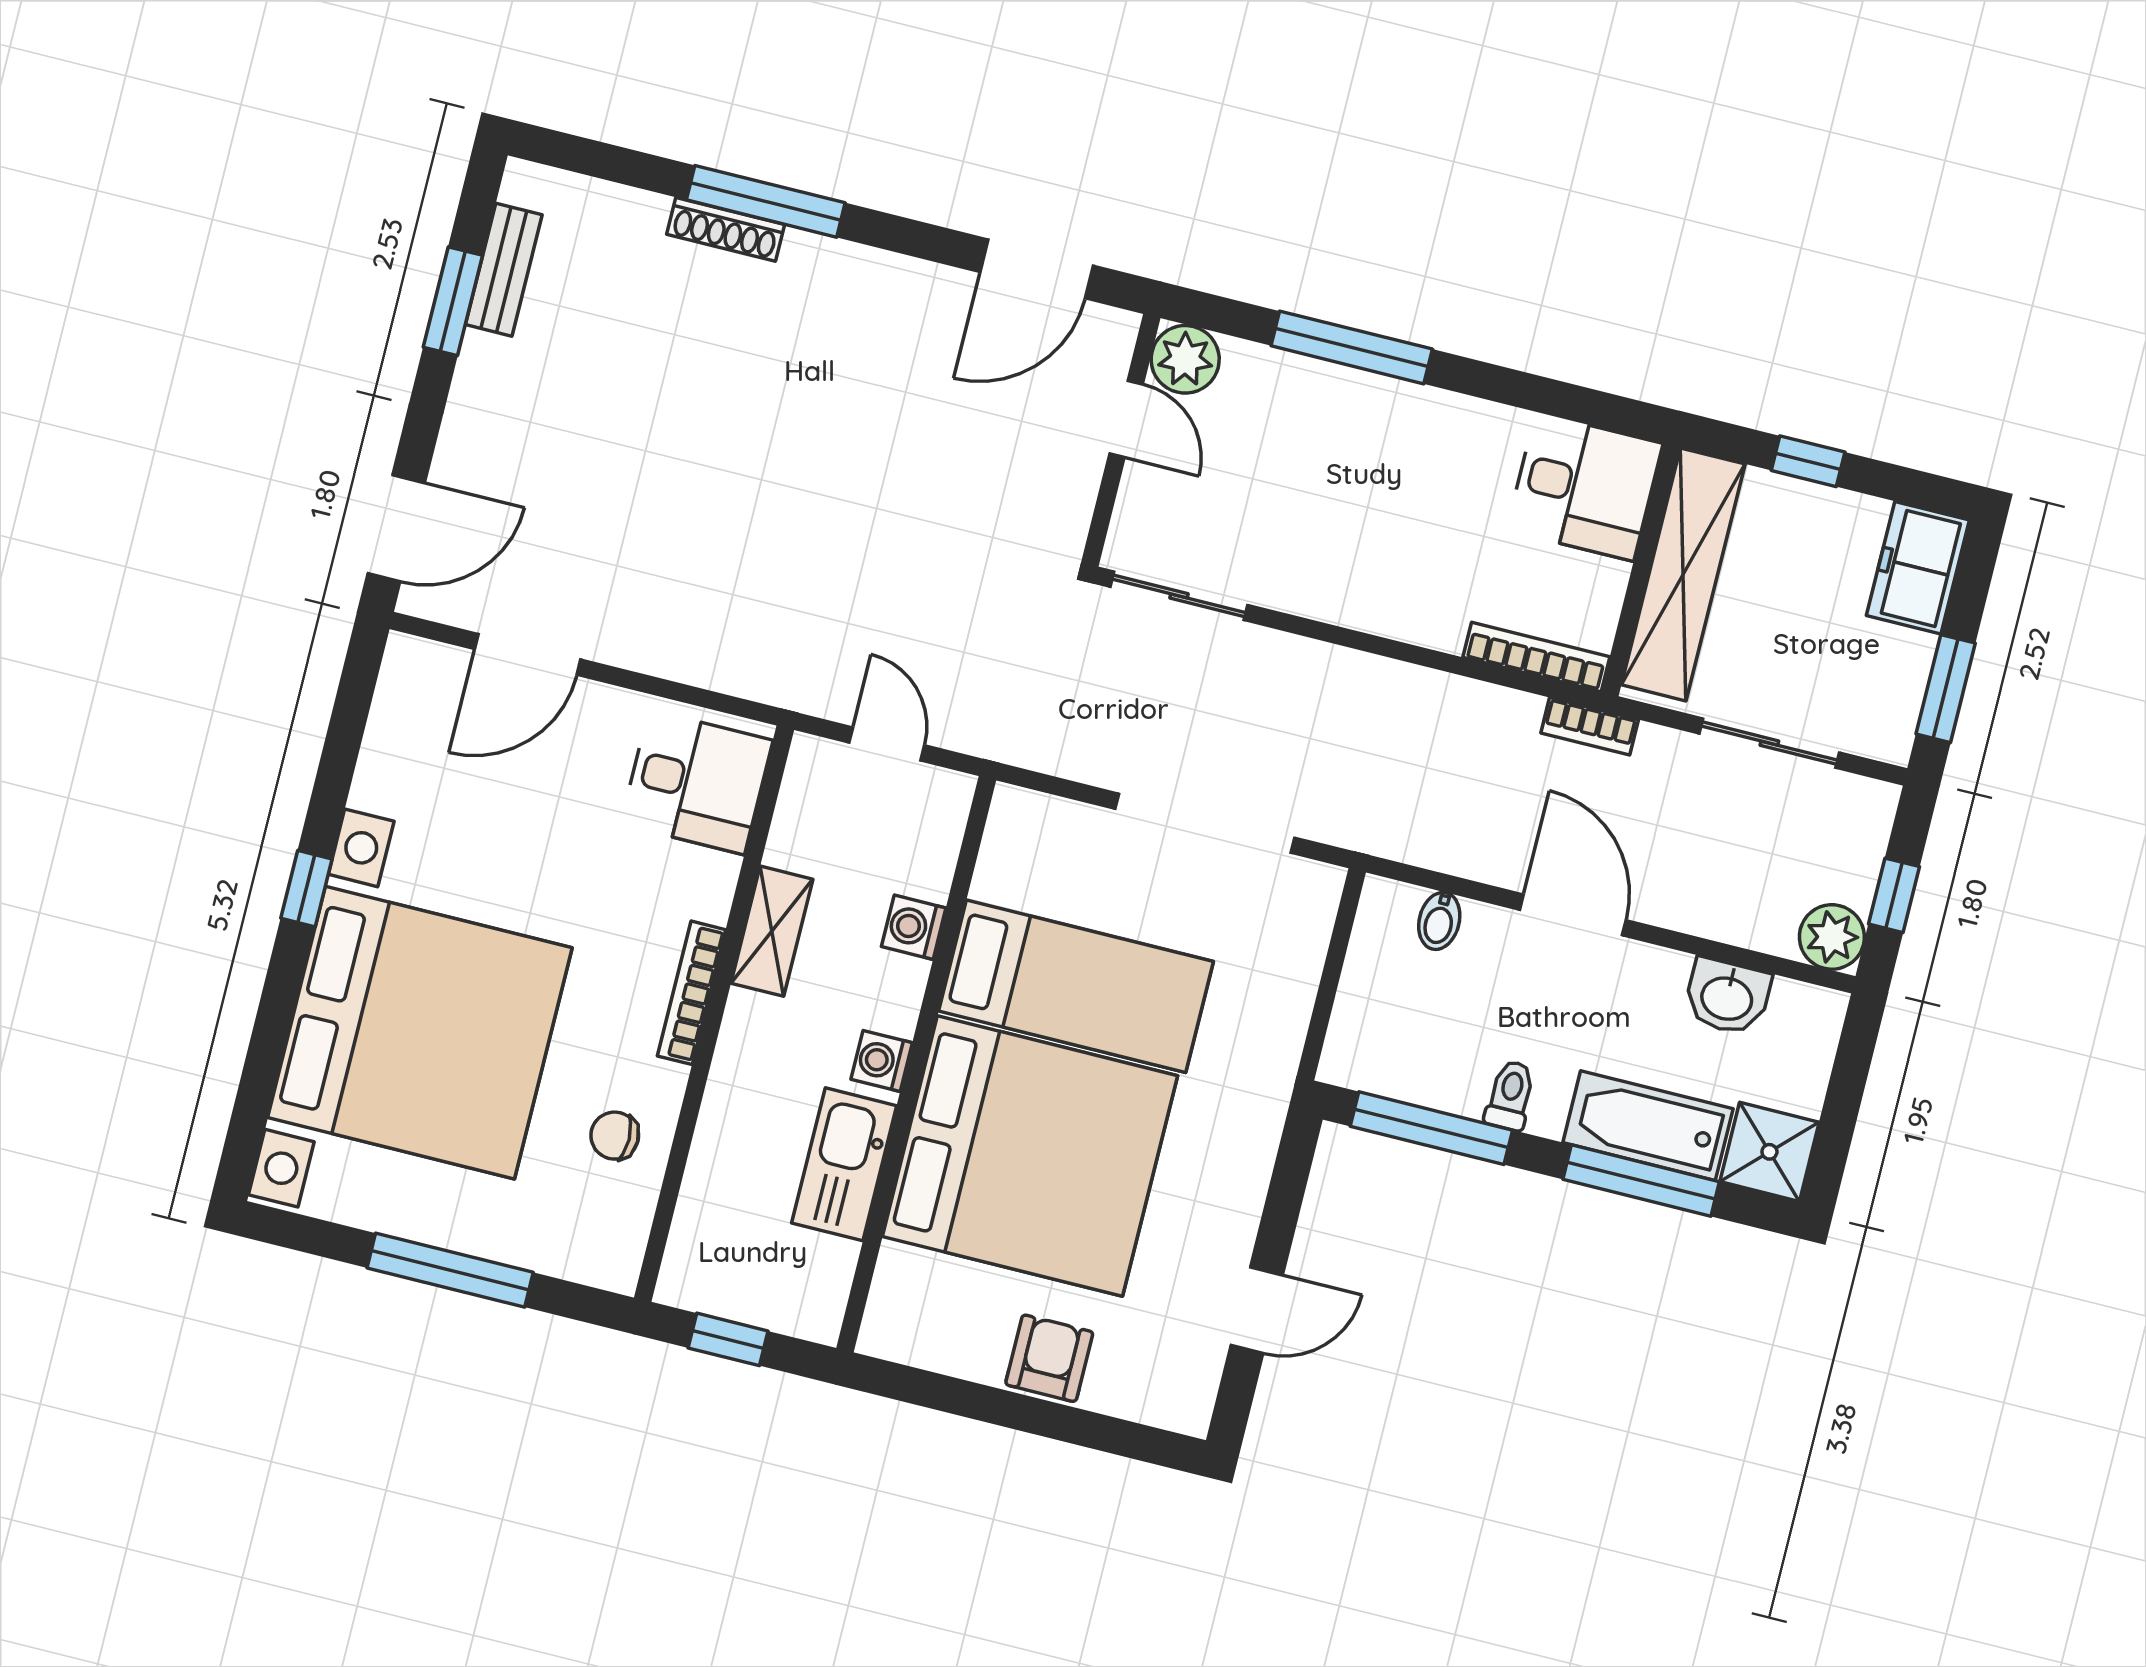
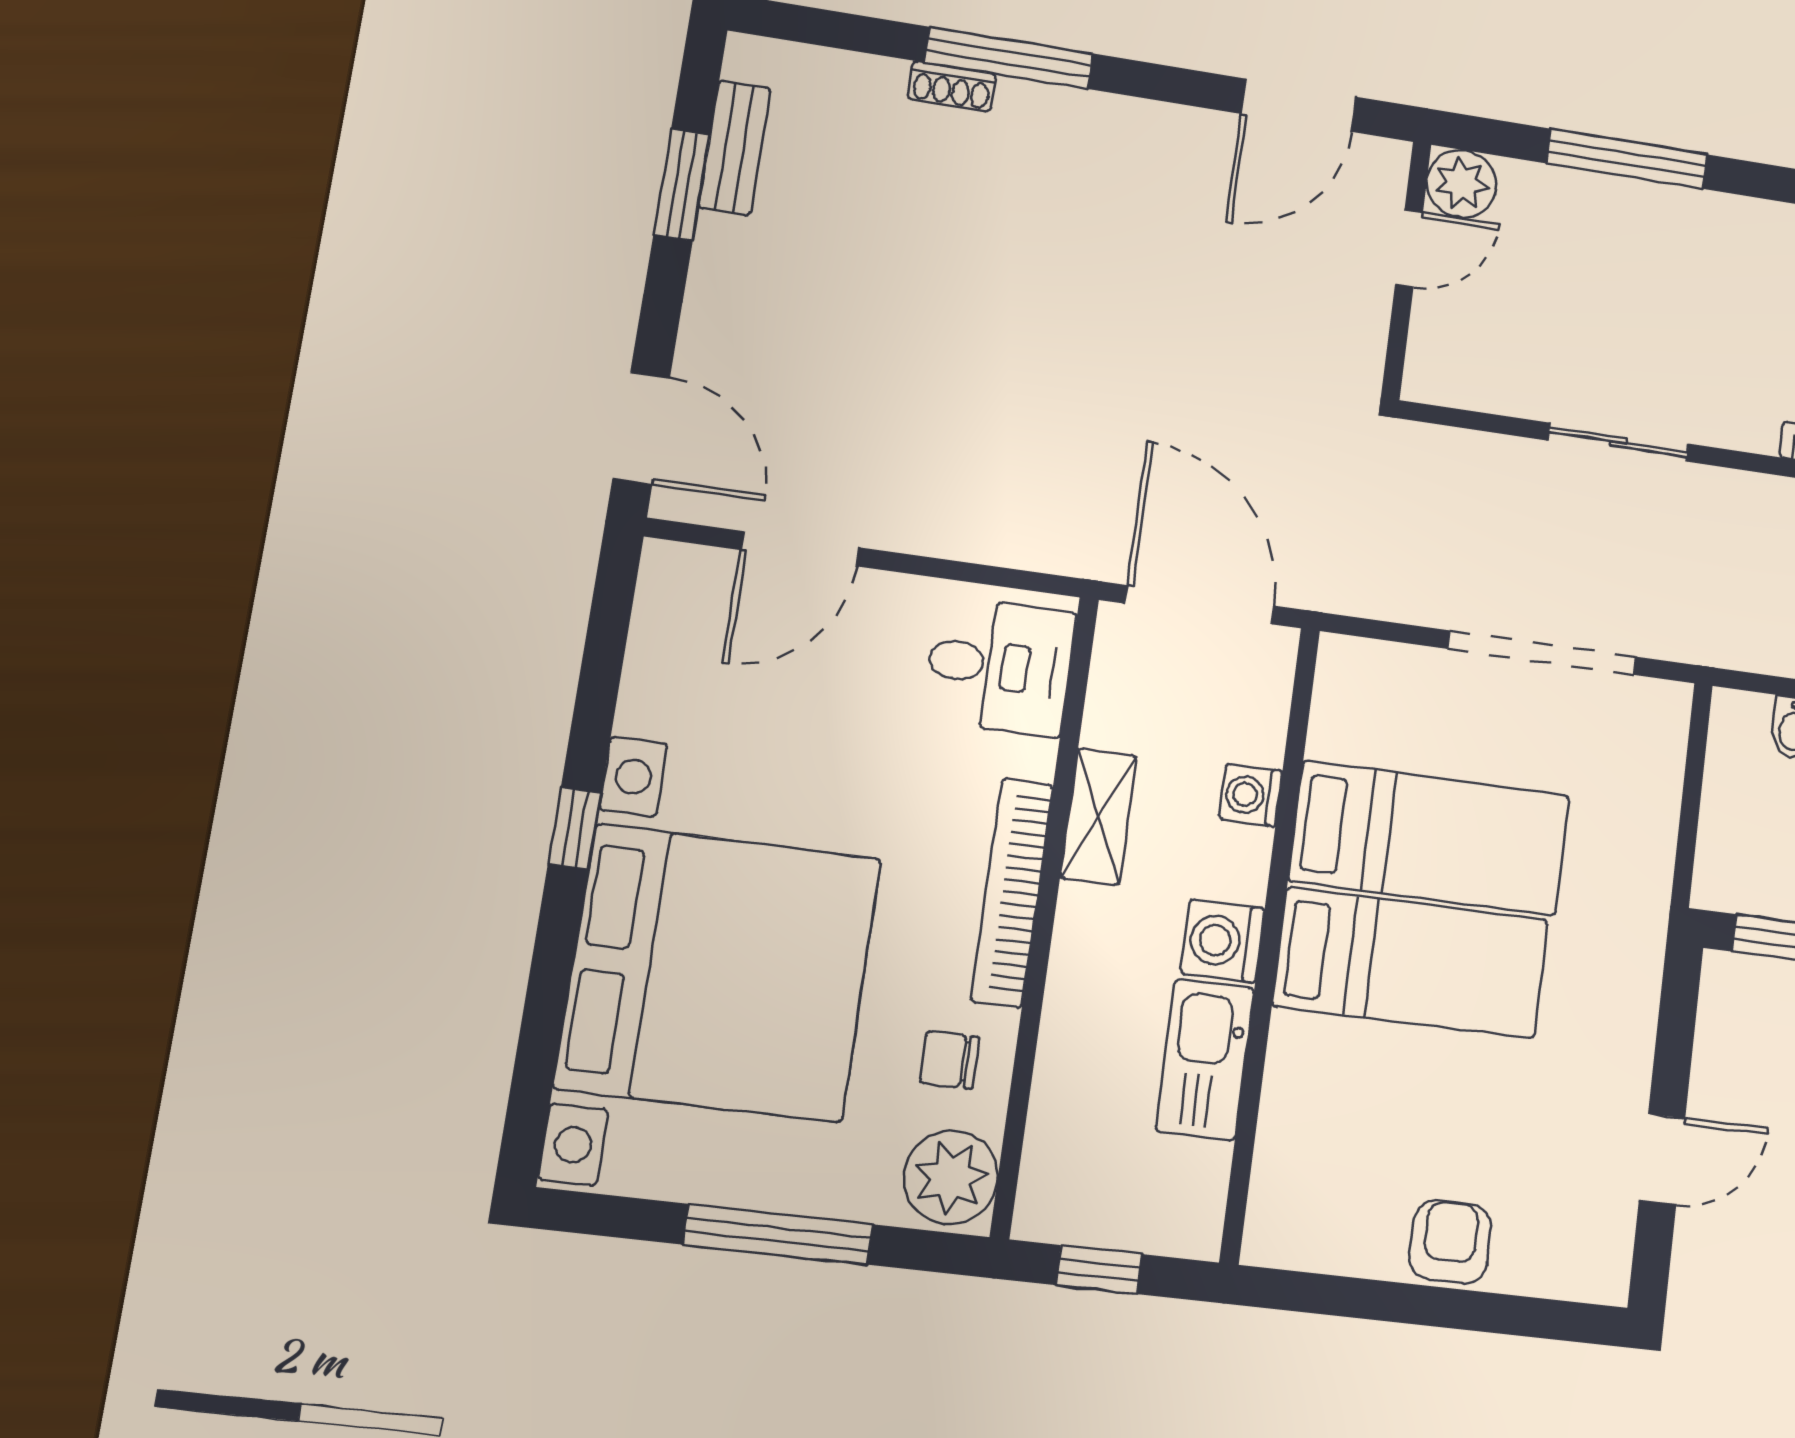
shoe rack: (726, 229) -> (952, 86), width x0.70
door: (1126, 419) -> (1409, 248), hinge flipped
door: (396, 528) -> (641, 428), hinge flipped
sliding door: (1179, 596) -> (1618, 442), moved
door: (887, 744) -> (1200, 605), width x1.88
bookcase: (692, 993) -> (1012, 893), width x1.48, depth x1.31
washing machine: (882, 1061) -> (1223, 941), width x1.38, depth x1.38
bed: (1030, 1156) -> (1411, 963), width x0.49
plant: (605, 1240) -> (951, 1177), added

